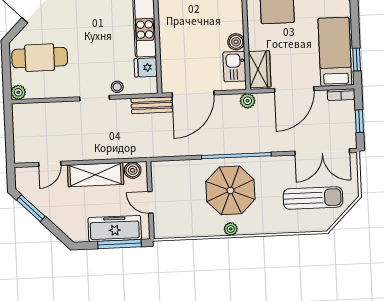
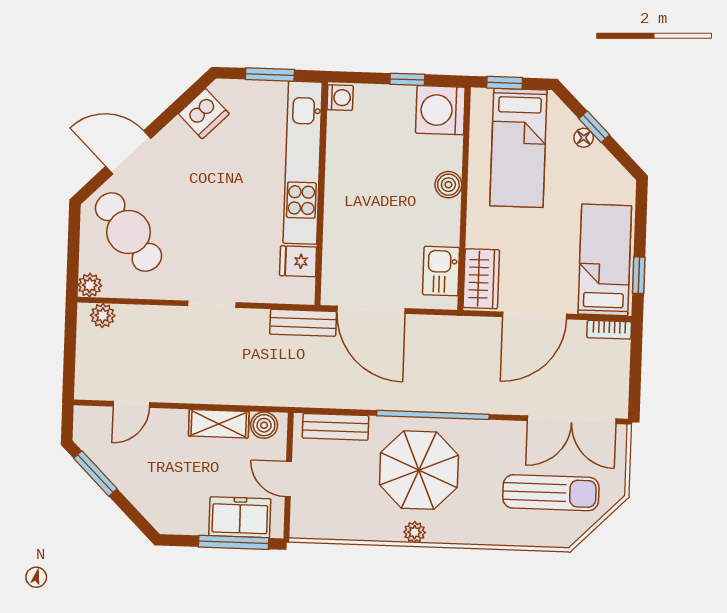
boiler: (236, 42) -> (448, 185), moved
cafe table: (40, 58) -> (129, 232), turned 52
stool: (117, 87) -> (250, 289), removed
door: (193, 94) -> (371, 310), hinge flipped
plant: (247, 101) -> (103, 315), moved
window: (359, 121) -> (635, 375), removed
bench: (177, 168) -> (335, 427), added
shelving: (96, 175) -> (219, 424), width x0.67, depth x0.75
freezer: (115, 229) -> (240, 517), width x0.71

